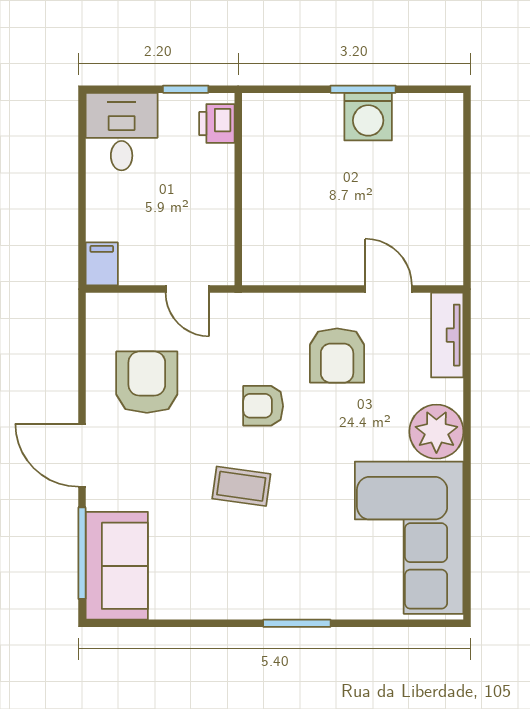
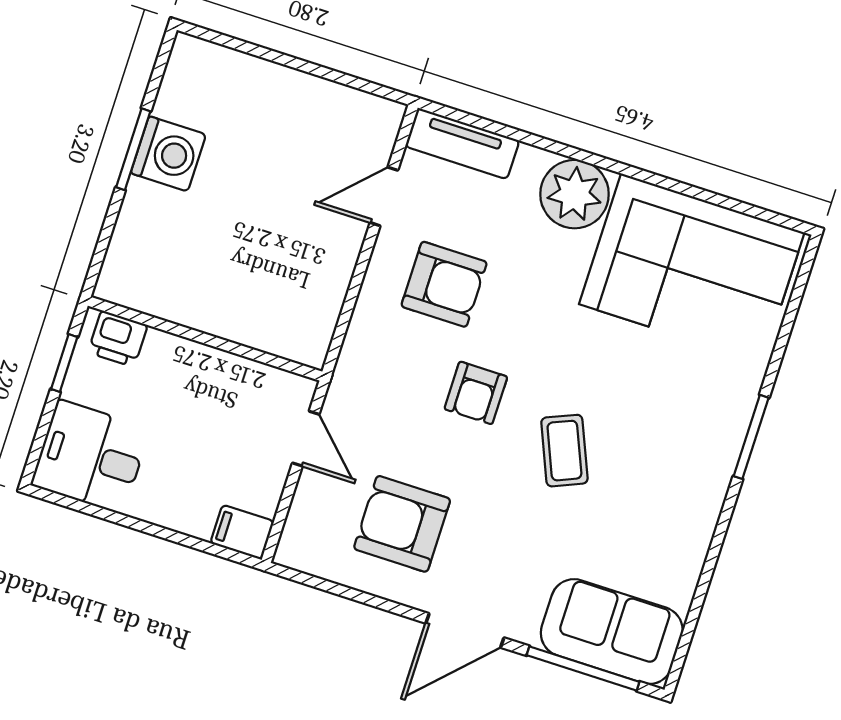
door: (188, 289) -> (306, 439), hinge flipped
coffee table: (241, 486) -> (564, 451), turned -31

